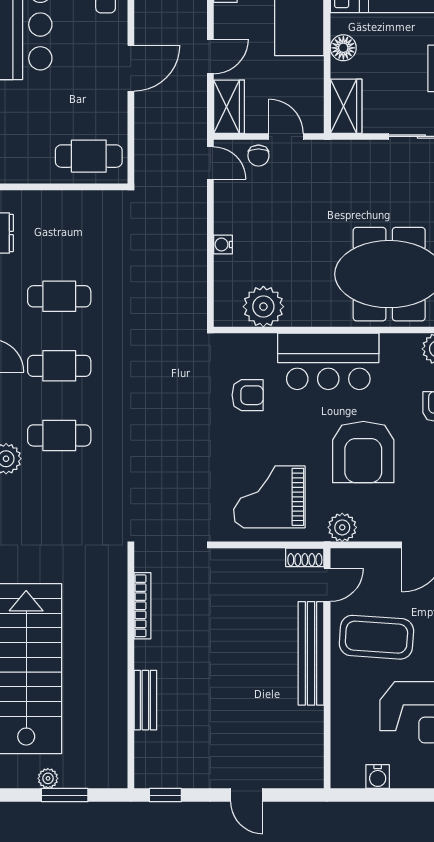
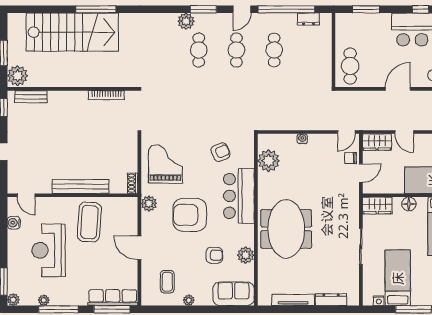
door: (131, 68) -> (398, 89), swing flipped
armchair: (248, 395) -> (221, 152), turned -113
door: (327, 585) -> (26, 195), moved
bench: (145, 700) -> (31, 97), moved
plant: (48, 778) -> (18, 76), moved, width x1.88, depth x1.88

